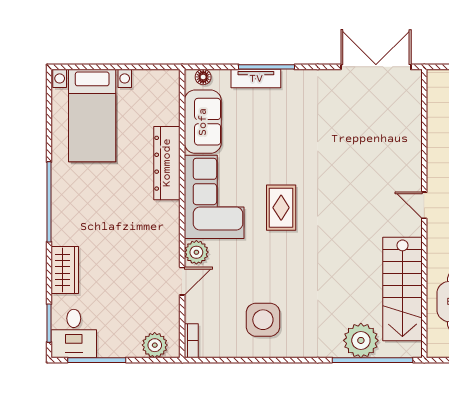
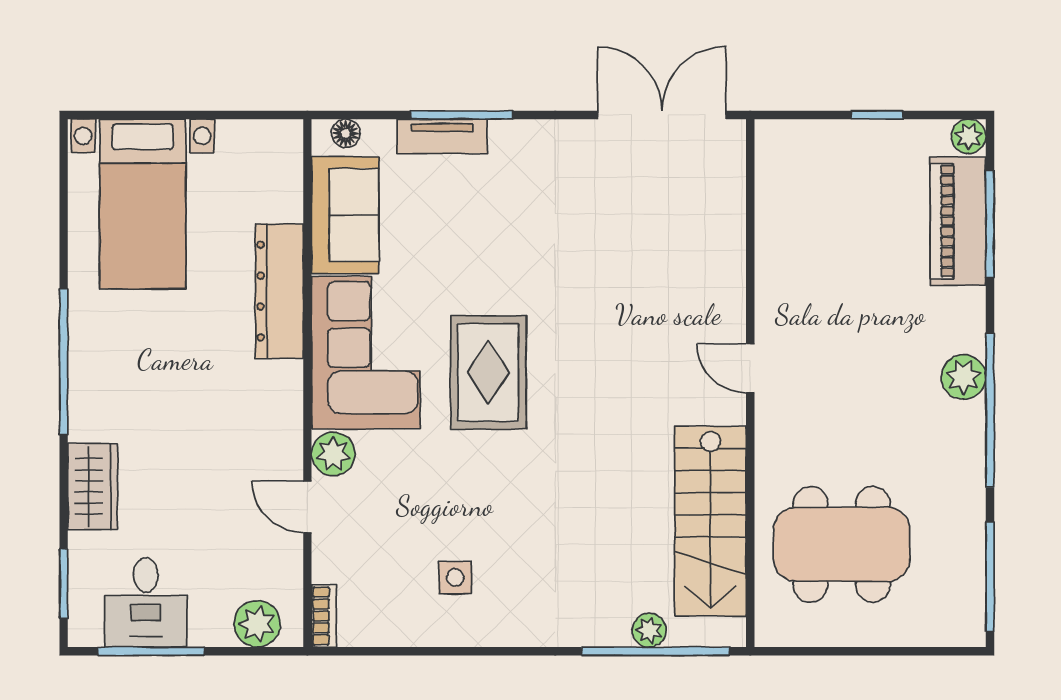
rug: (281, 208) -> (488, 372), width x1.36, depth x1.43
door: (182, 281) -> (307, 507), swing flipped
side table: (263, 320) -> (455, 577), width x0.54, depth x0.54
desk: (74, 334) -> (146, 603), moved
plant: (361, 340) -> (649, 630), width x0.53, depth x0.53

